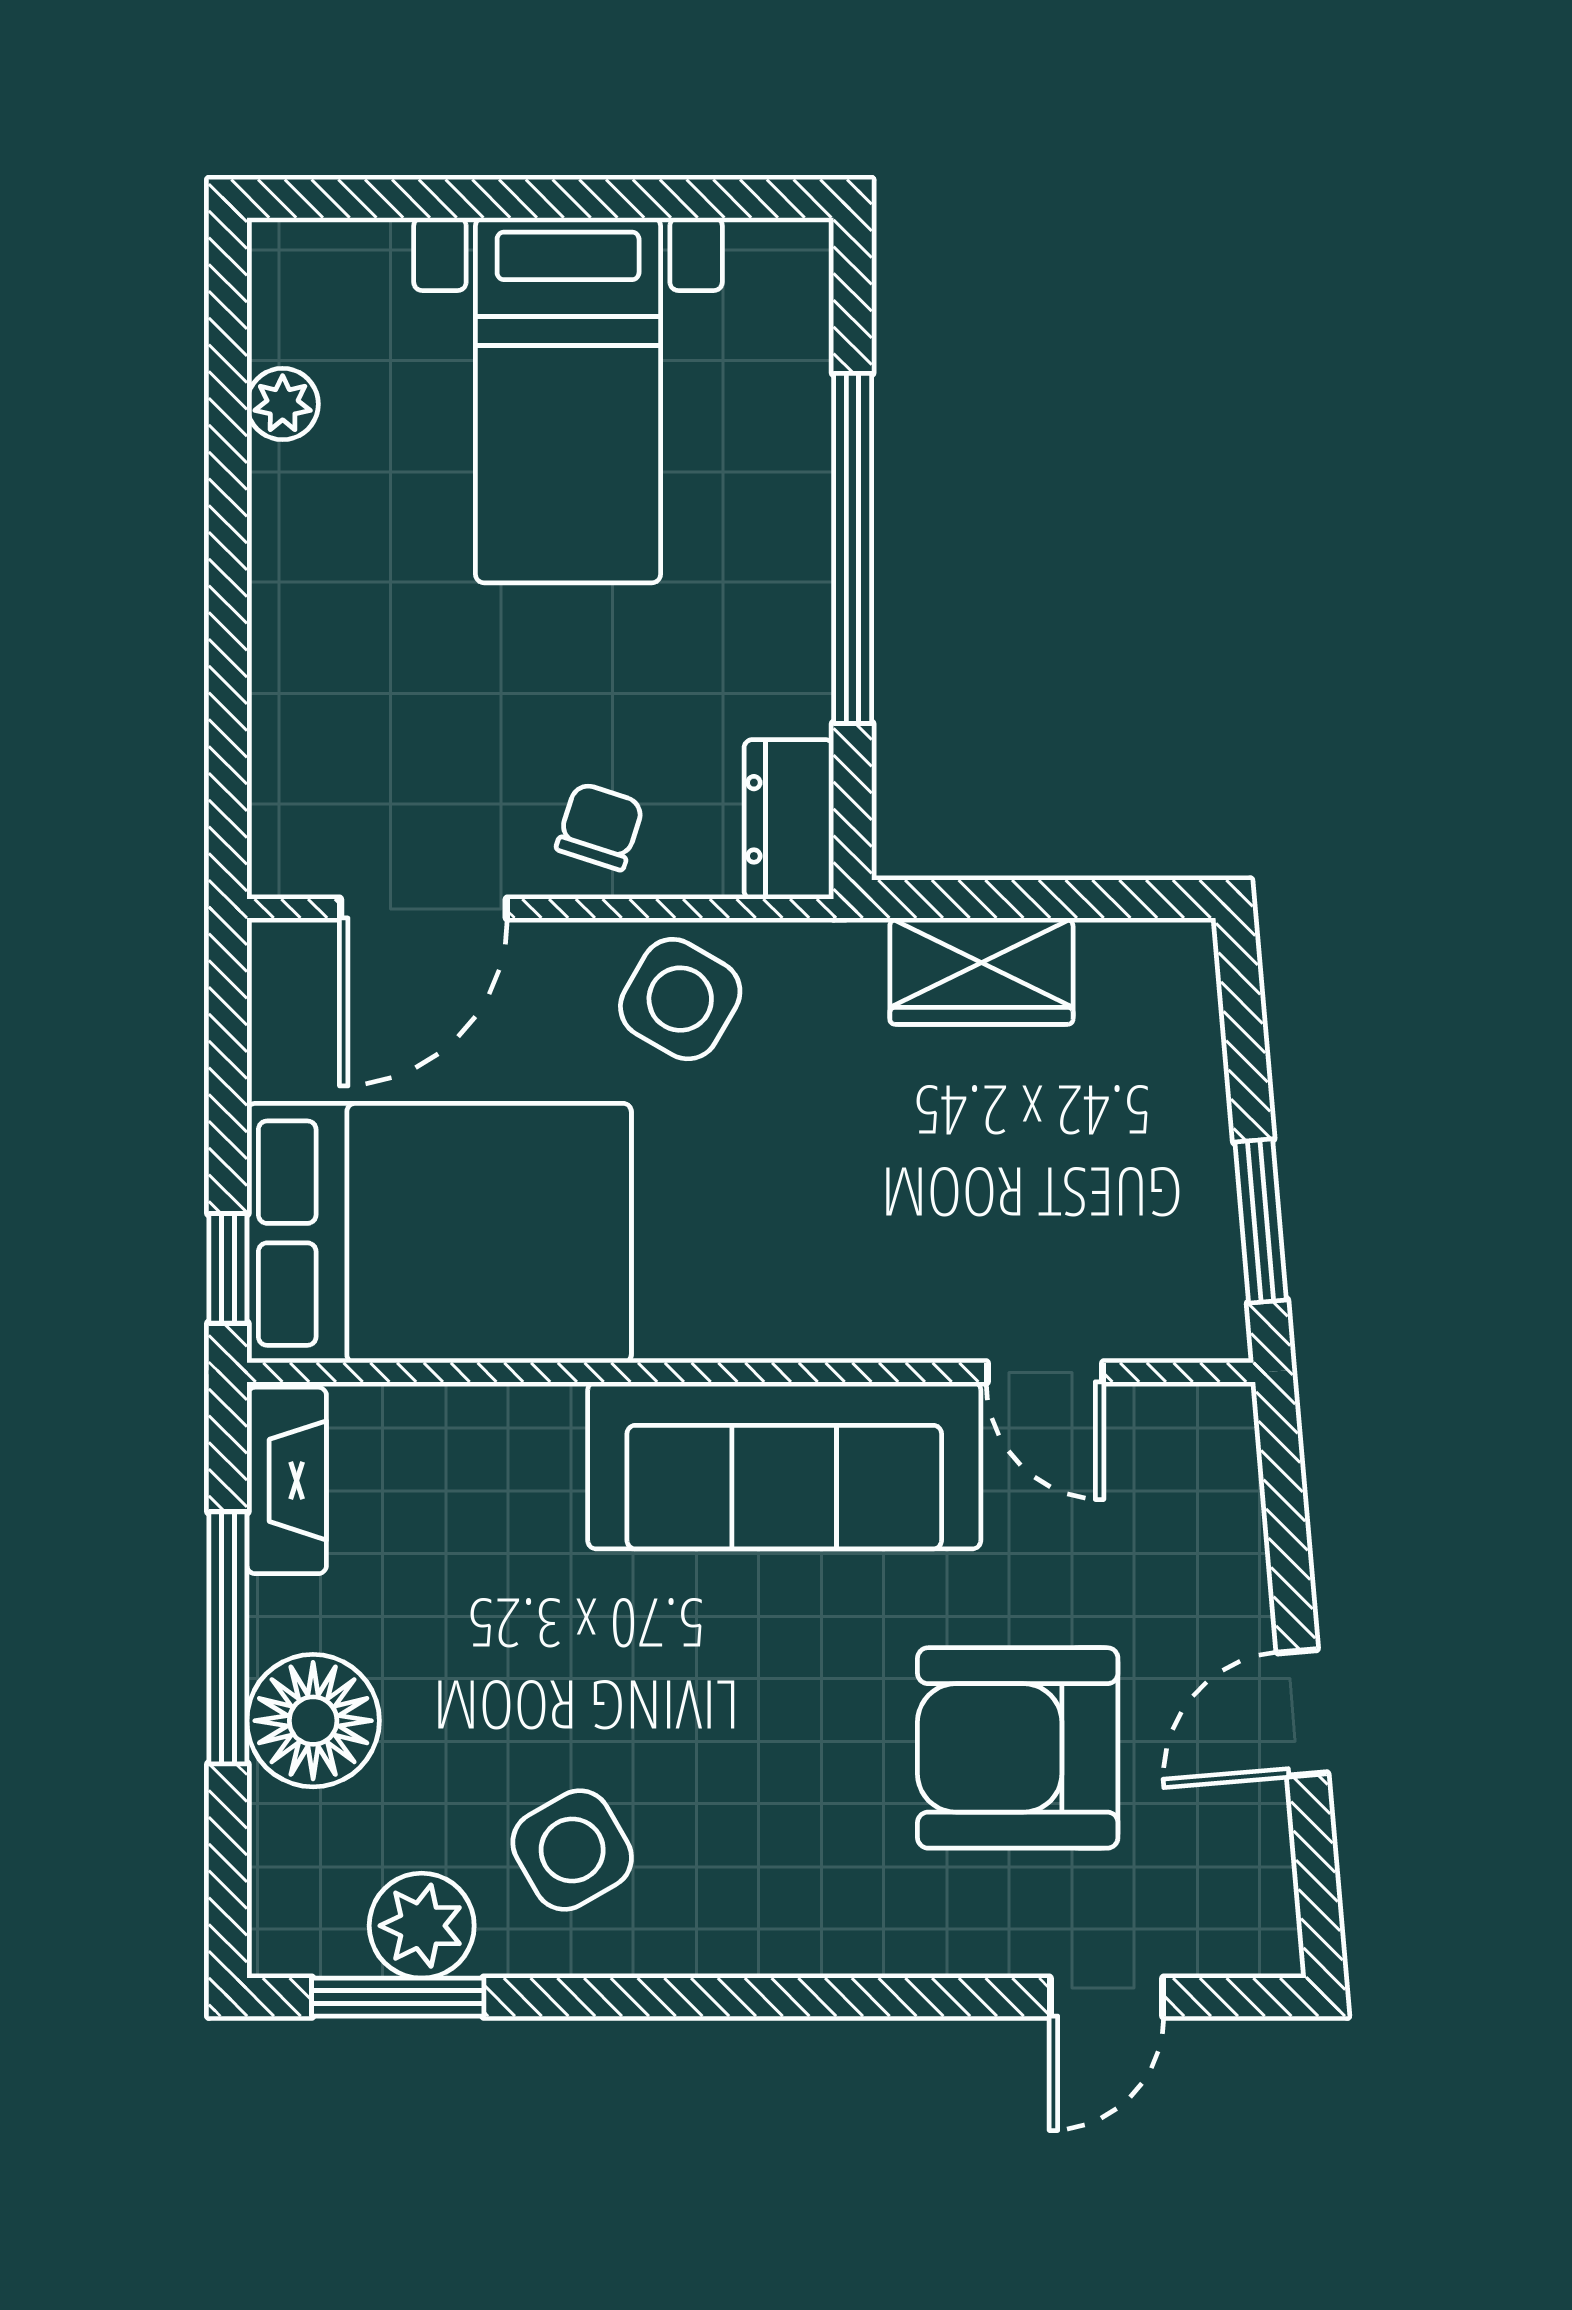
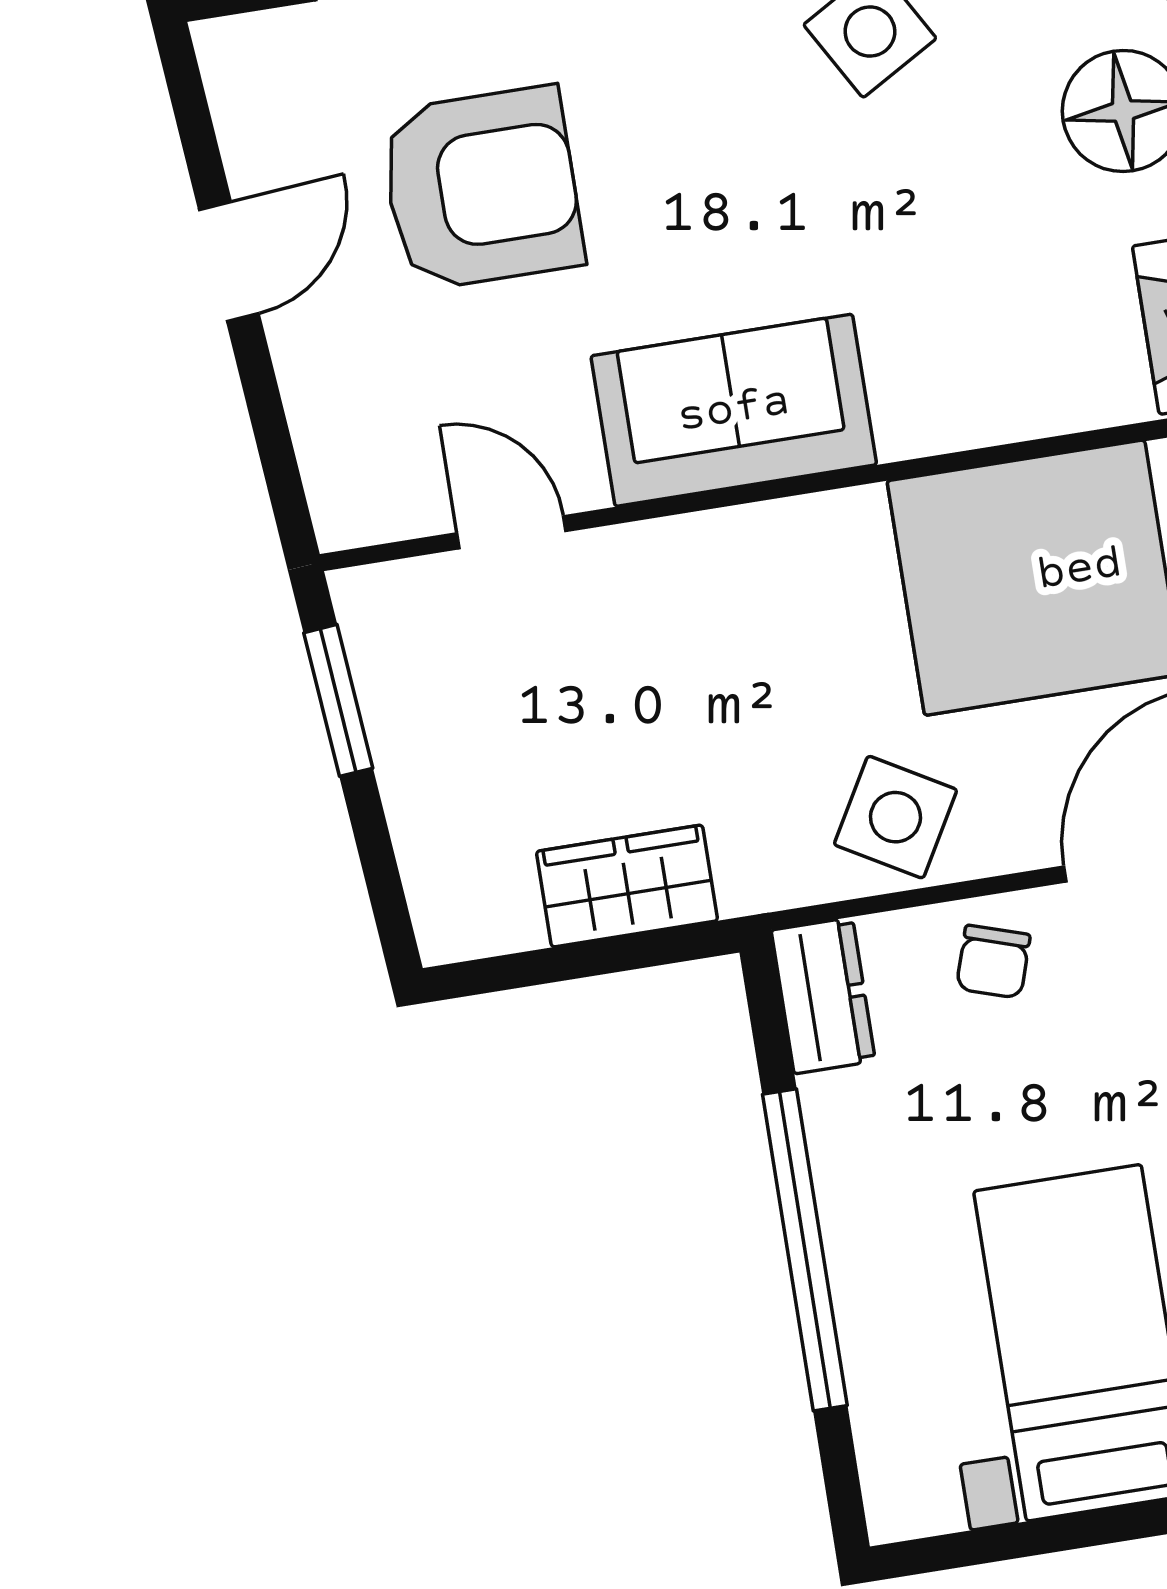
sofa: (784, 1465) -> (734, 410), width x0.73

